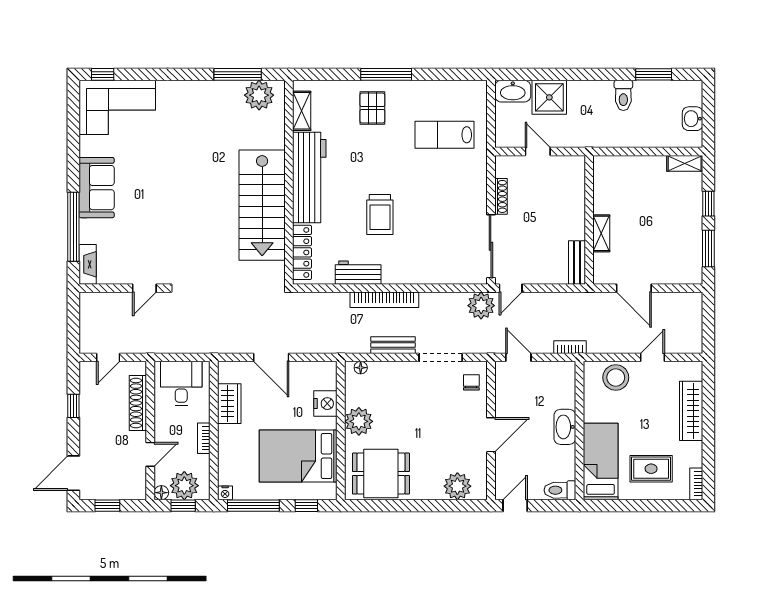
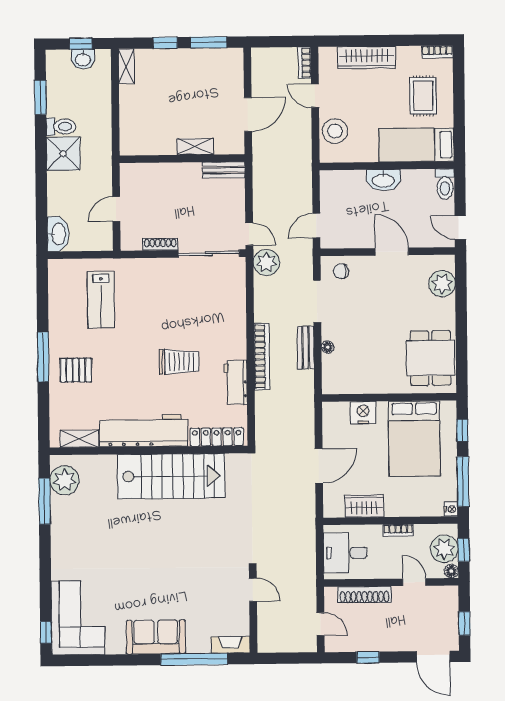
shower: (549, 97) -> (63, 154), moved
window: (708, 117) -> (81, 44), added
bookcase: (570, 347) -> (305, 63), moved
floor lamp: (361, 368) -> (328, 347), moved
plant: (359, 421) -> (380, 380), removed

